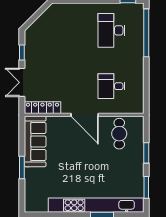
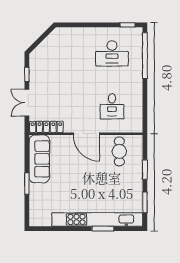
desk: (112, 30) -> (112, 53), turned -90
desk: (112, 86) -> (112, 106), turned -90

